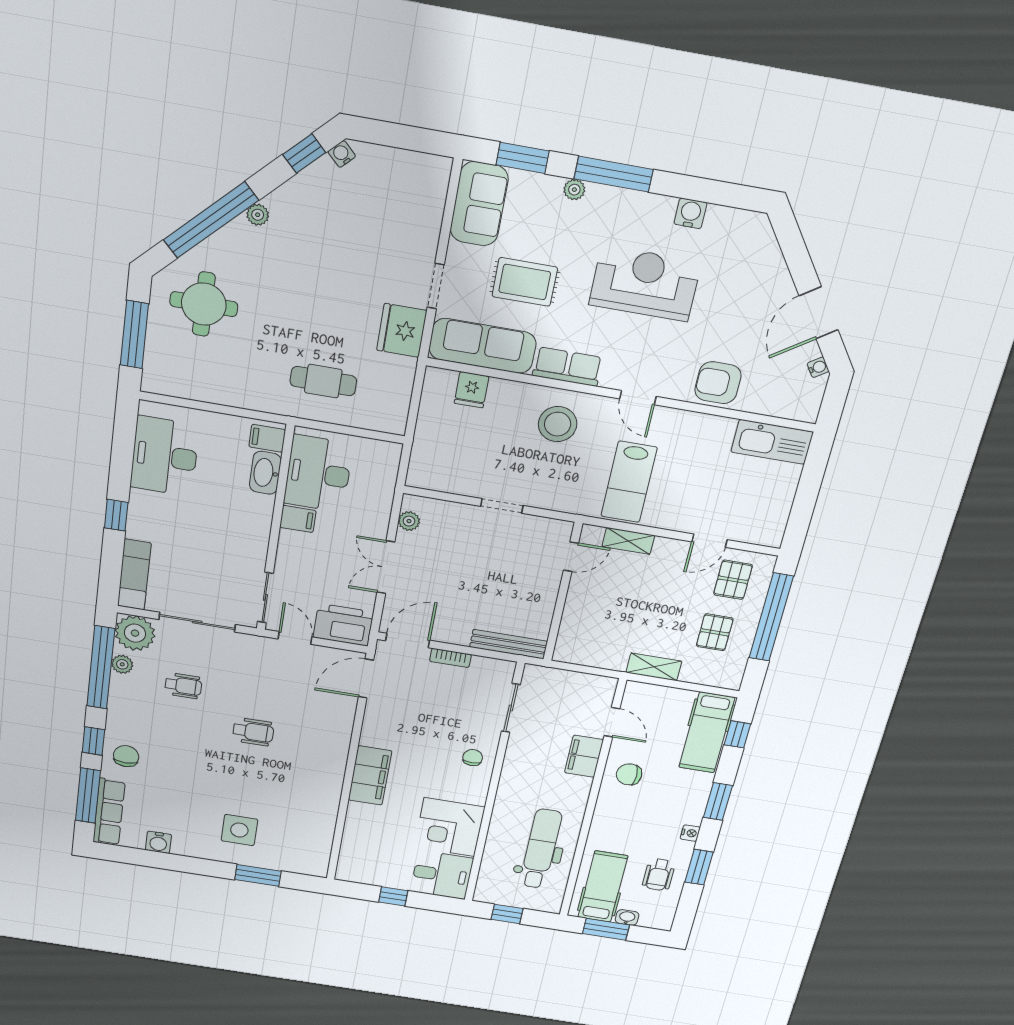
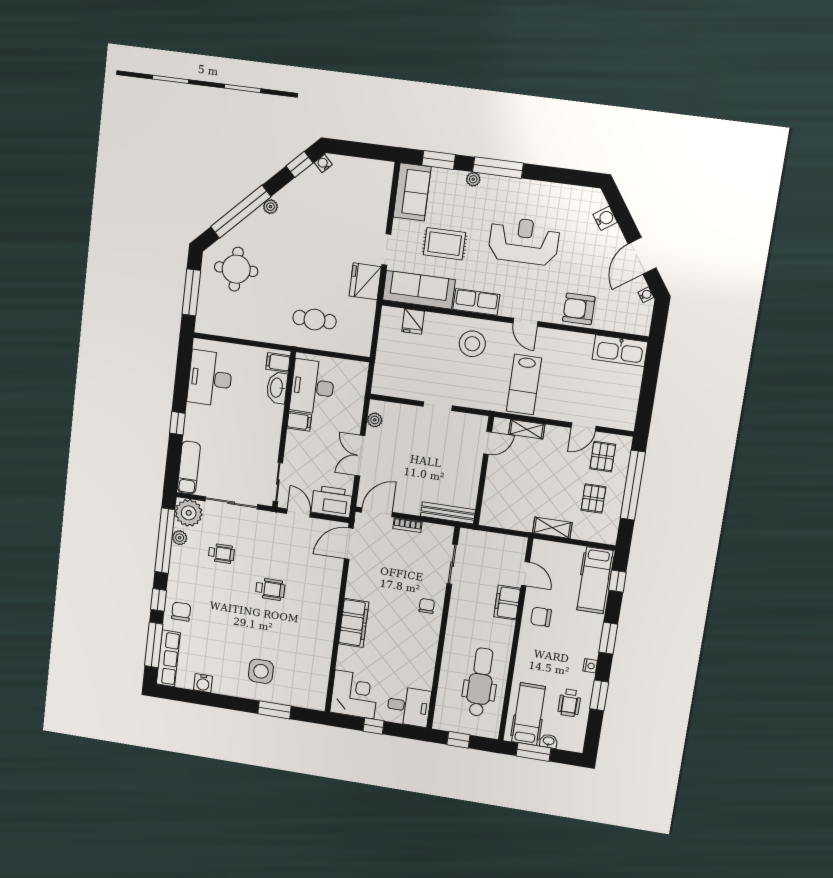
water cooler: (690, 213) -> (605, 218), moved, turned 55
corner desk: (449, 827) -> (354, 694), moved, turned 180

